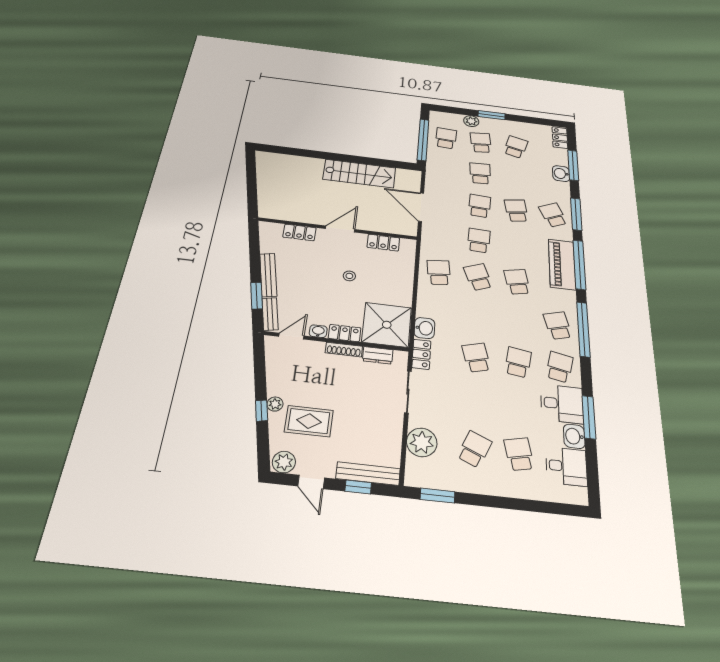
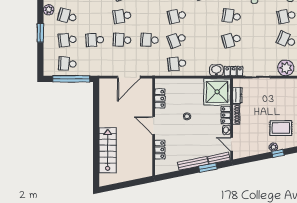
plant: (471, 121) -> (49, 10), moved
stairs: (359, 174) -> (108, 150), moved
rug: (309, 421) -> (281, 128), turned 90

